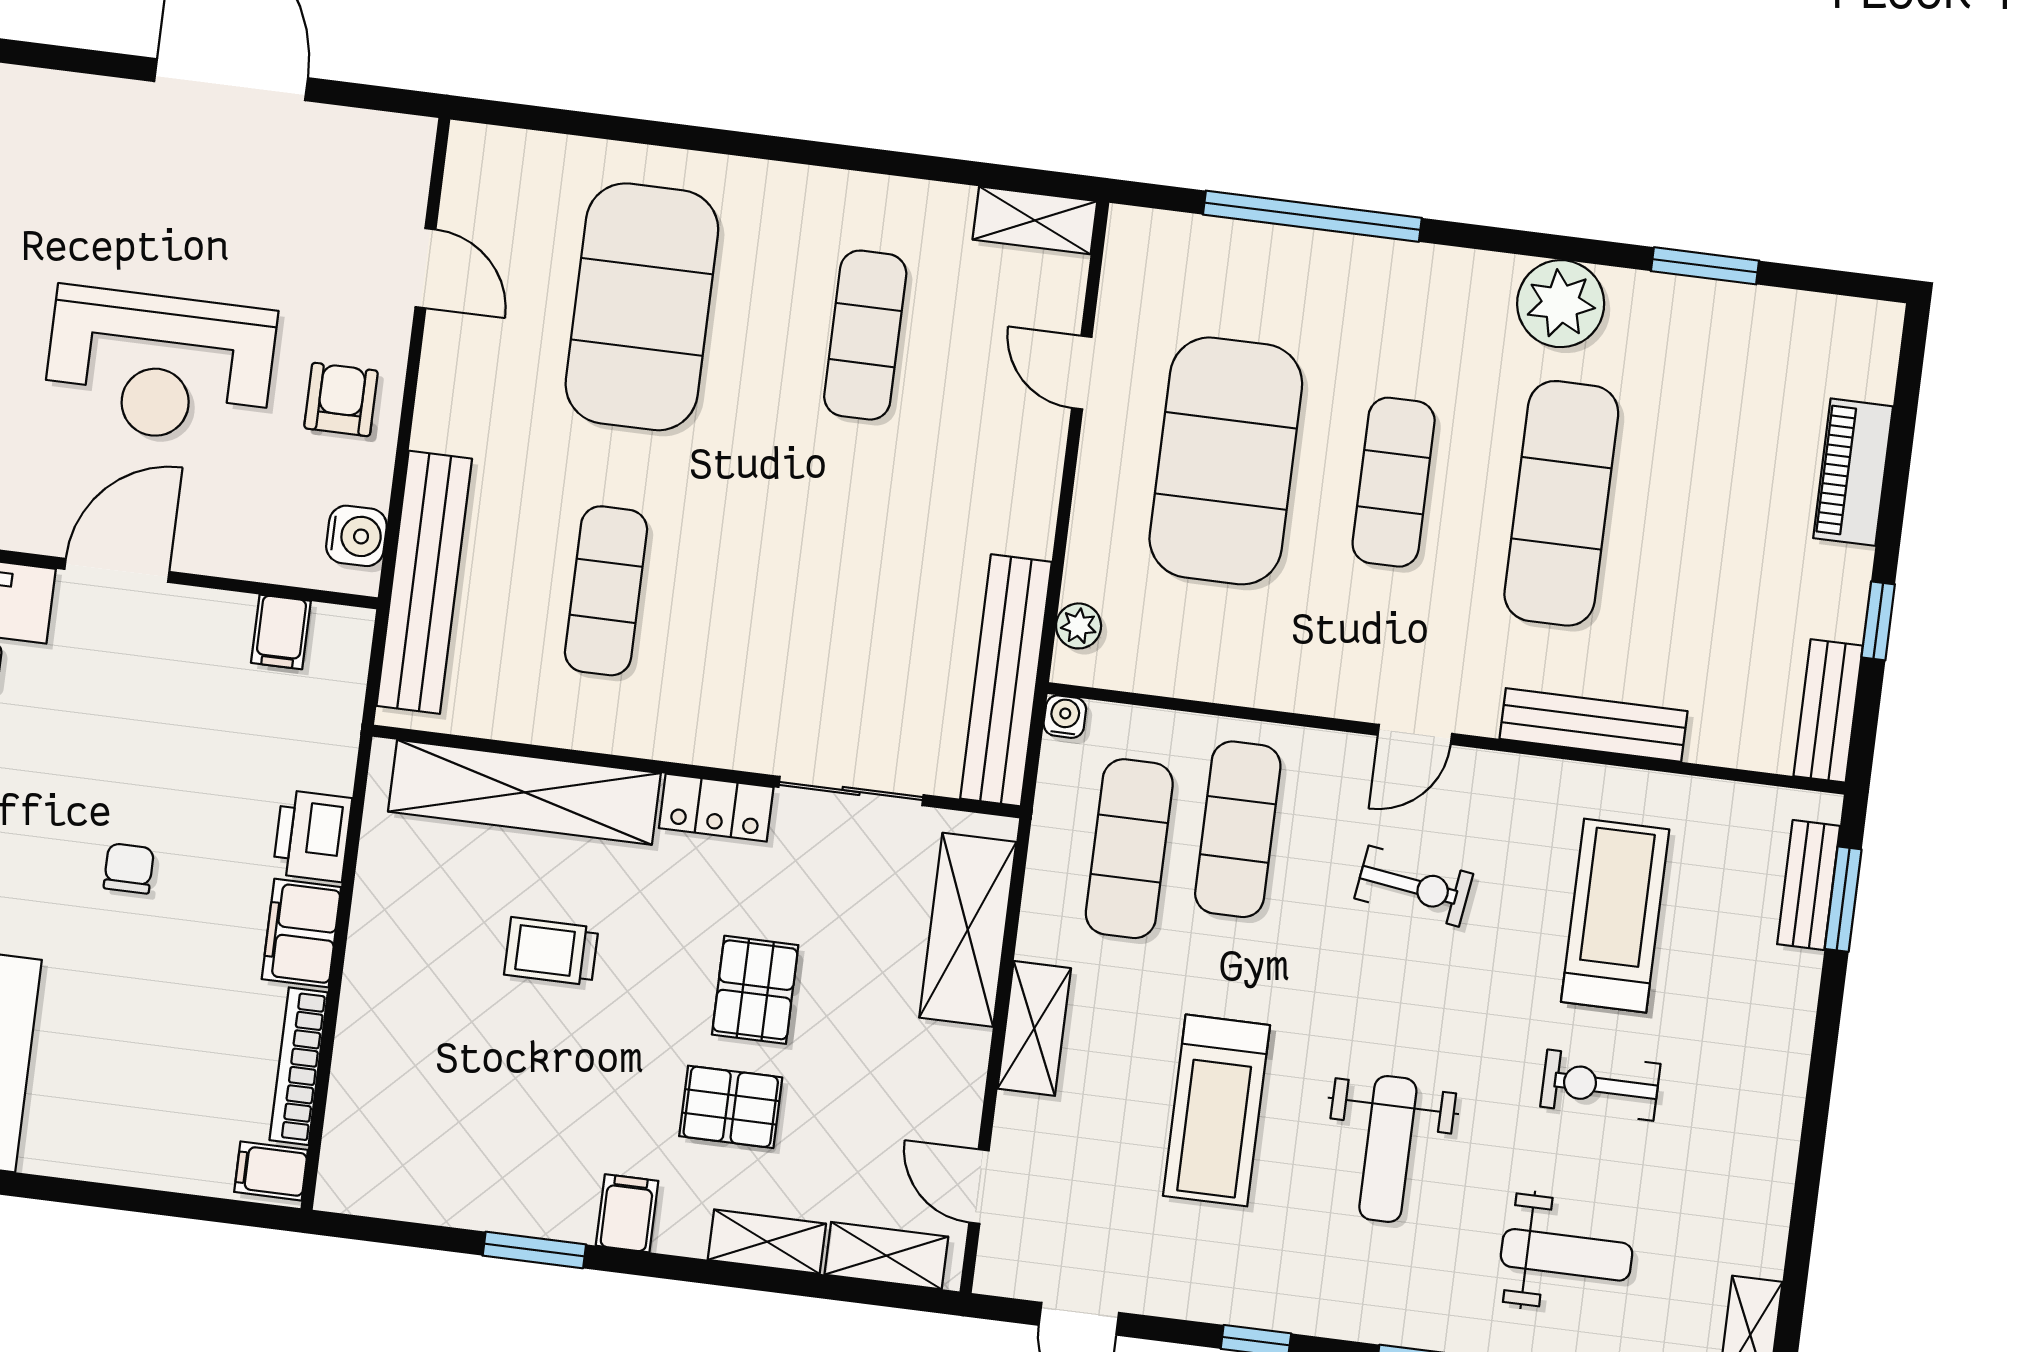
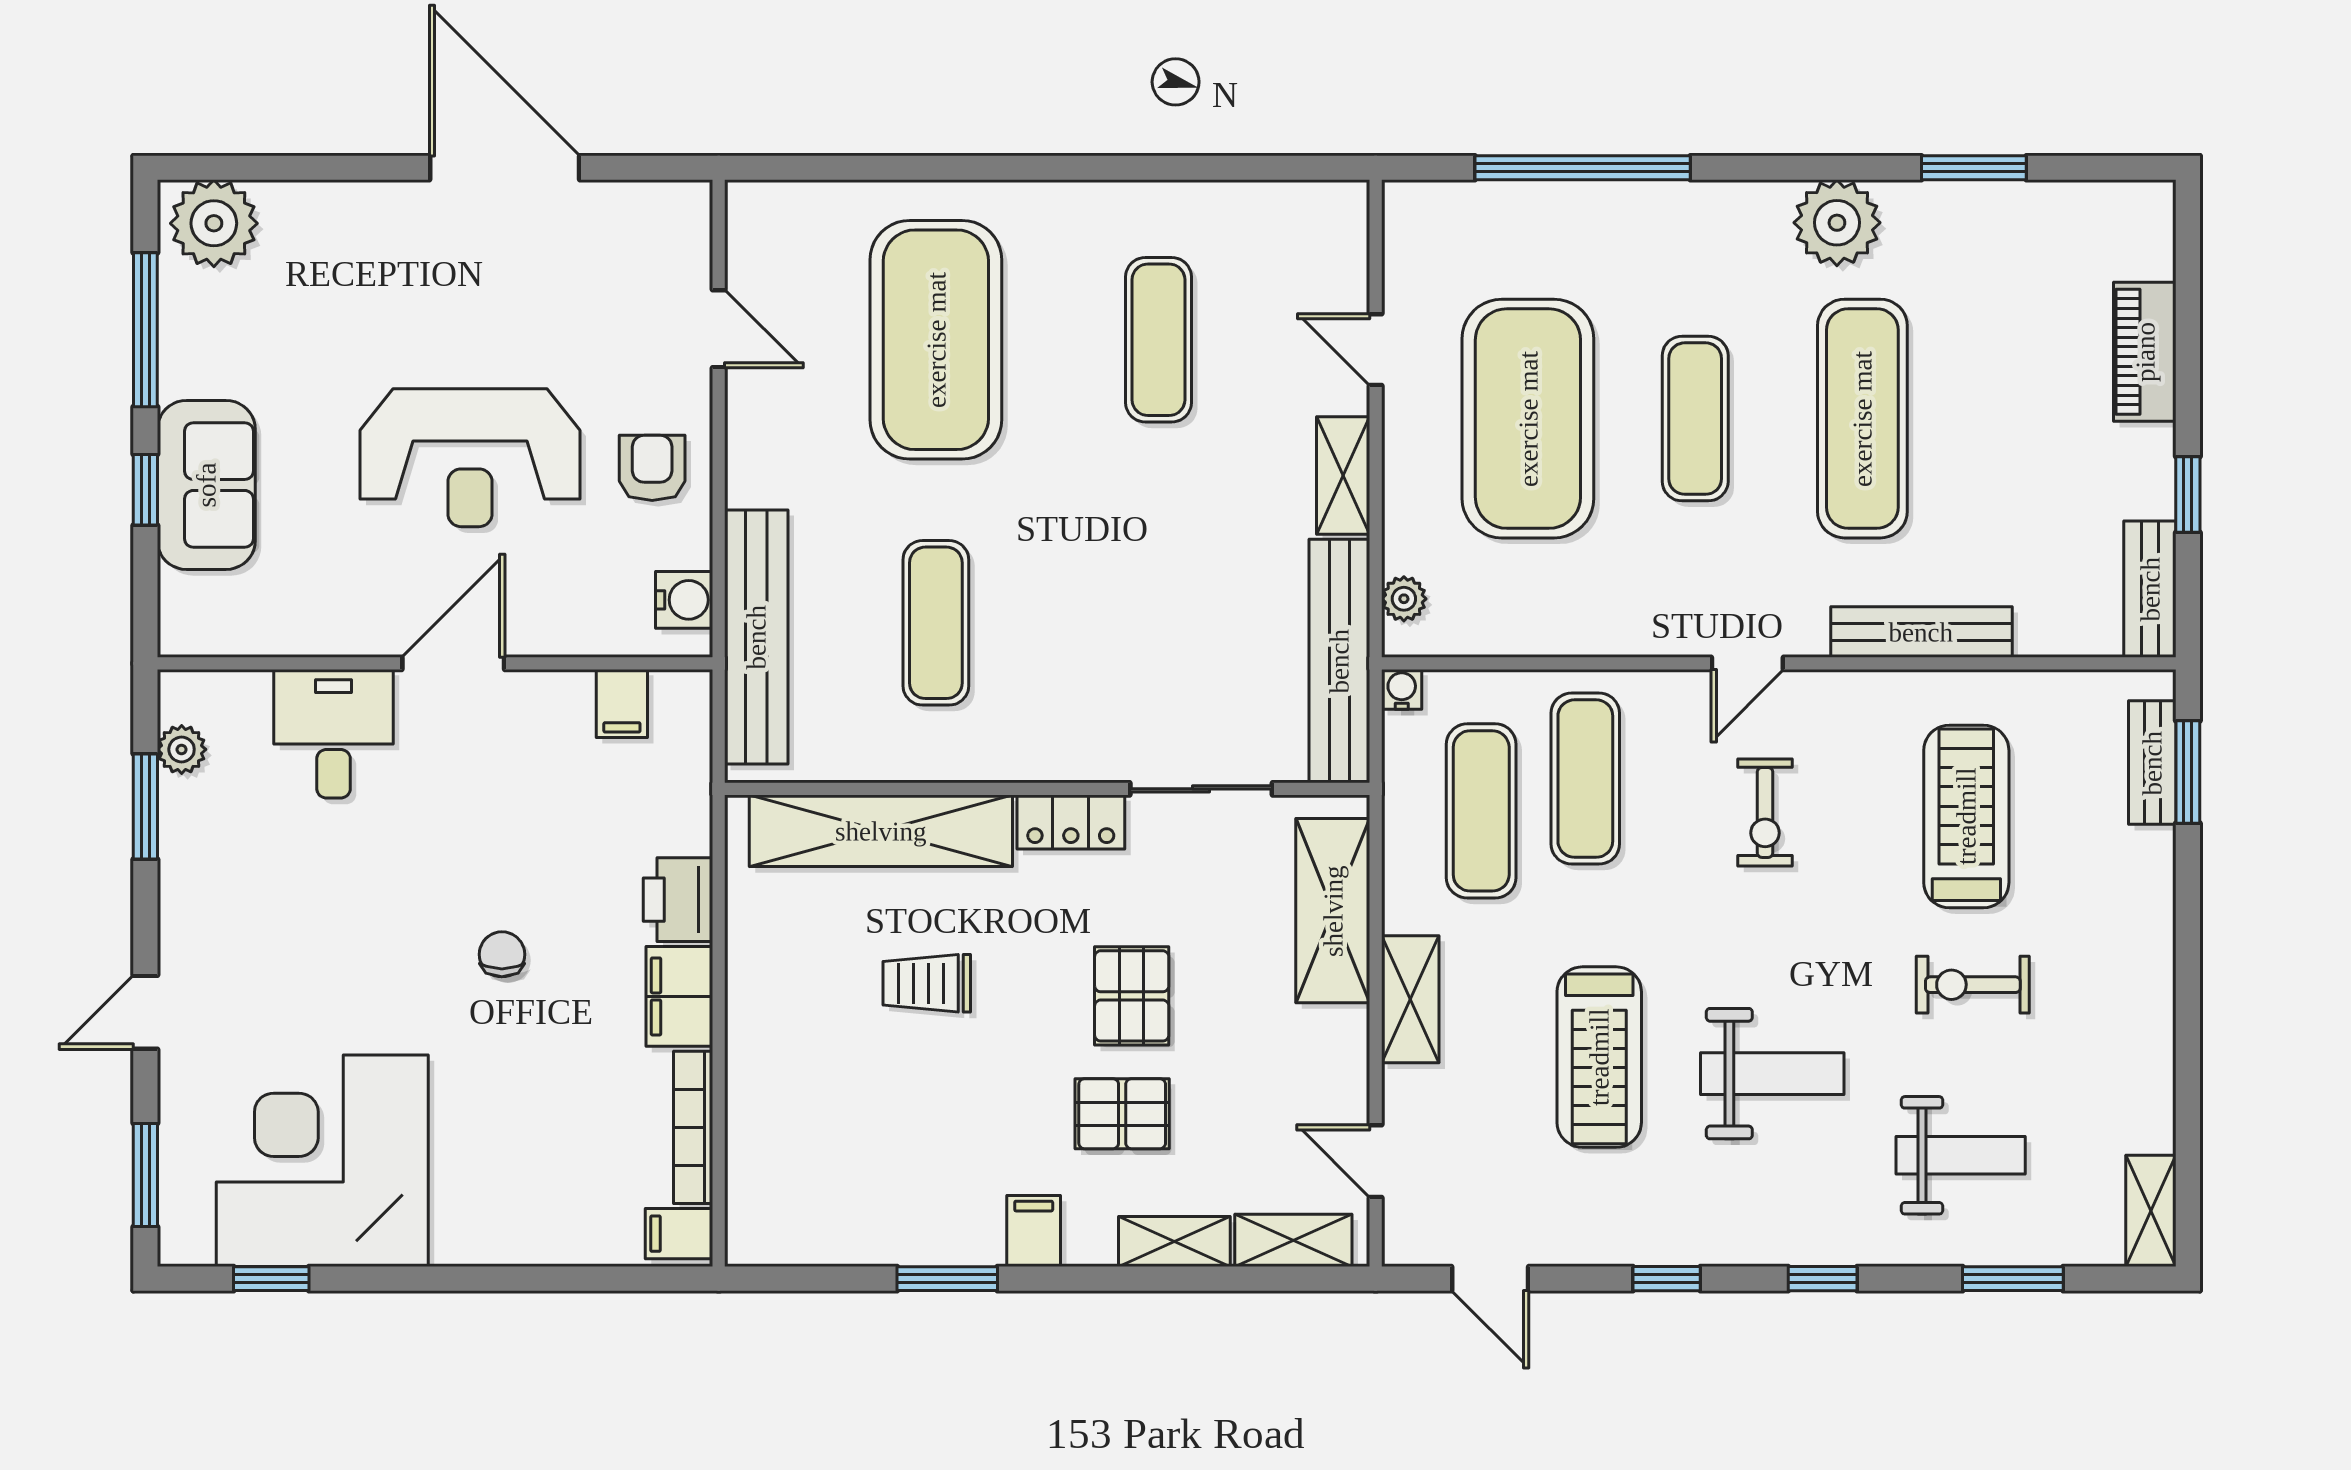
shelving: (1035, 220) -> (1343, 475), moved, turned 90
exercise bike: (1414, 886) -> (1765, 812), turned 82
weight bench: (1388, 1149) -> (1772, 1074), turned -90

